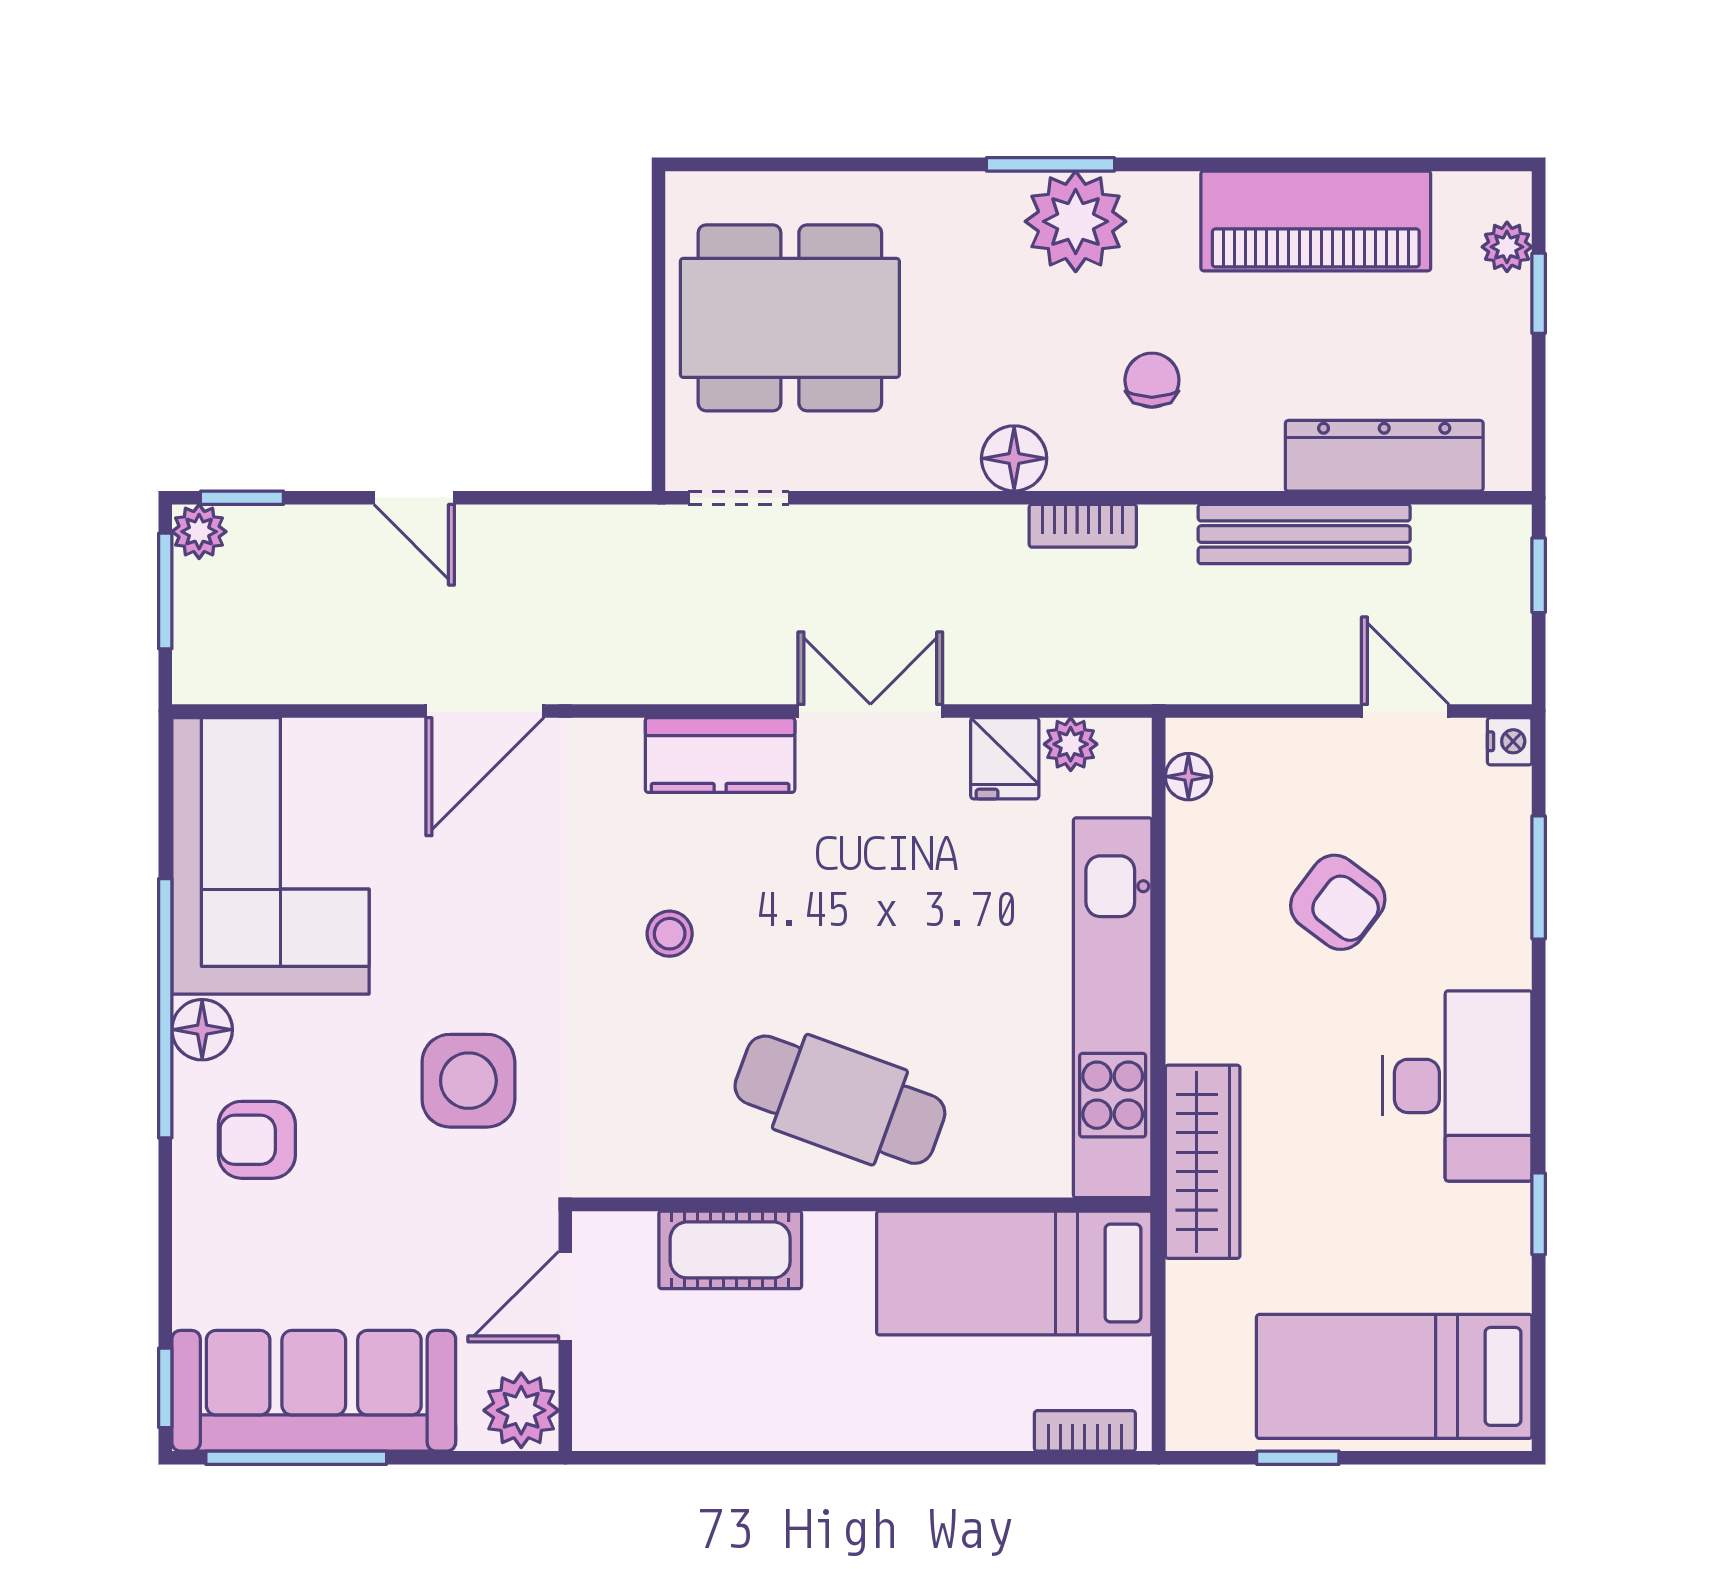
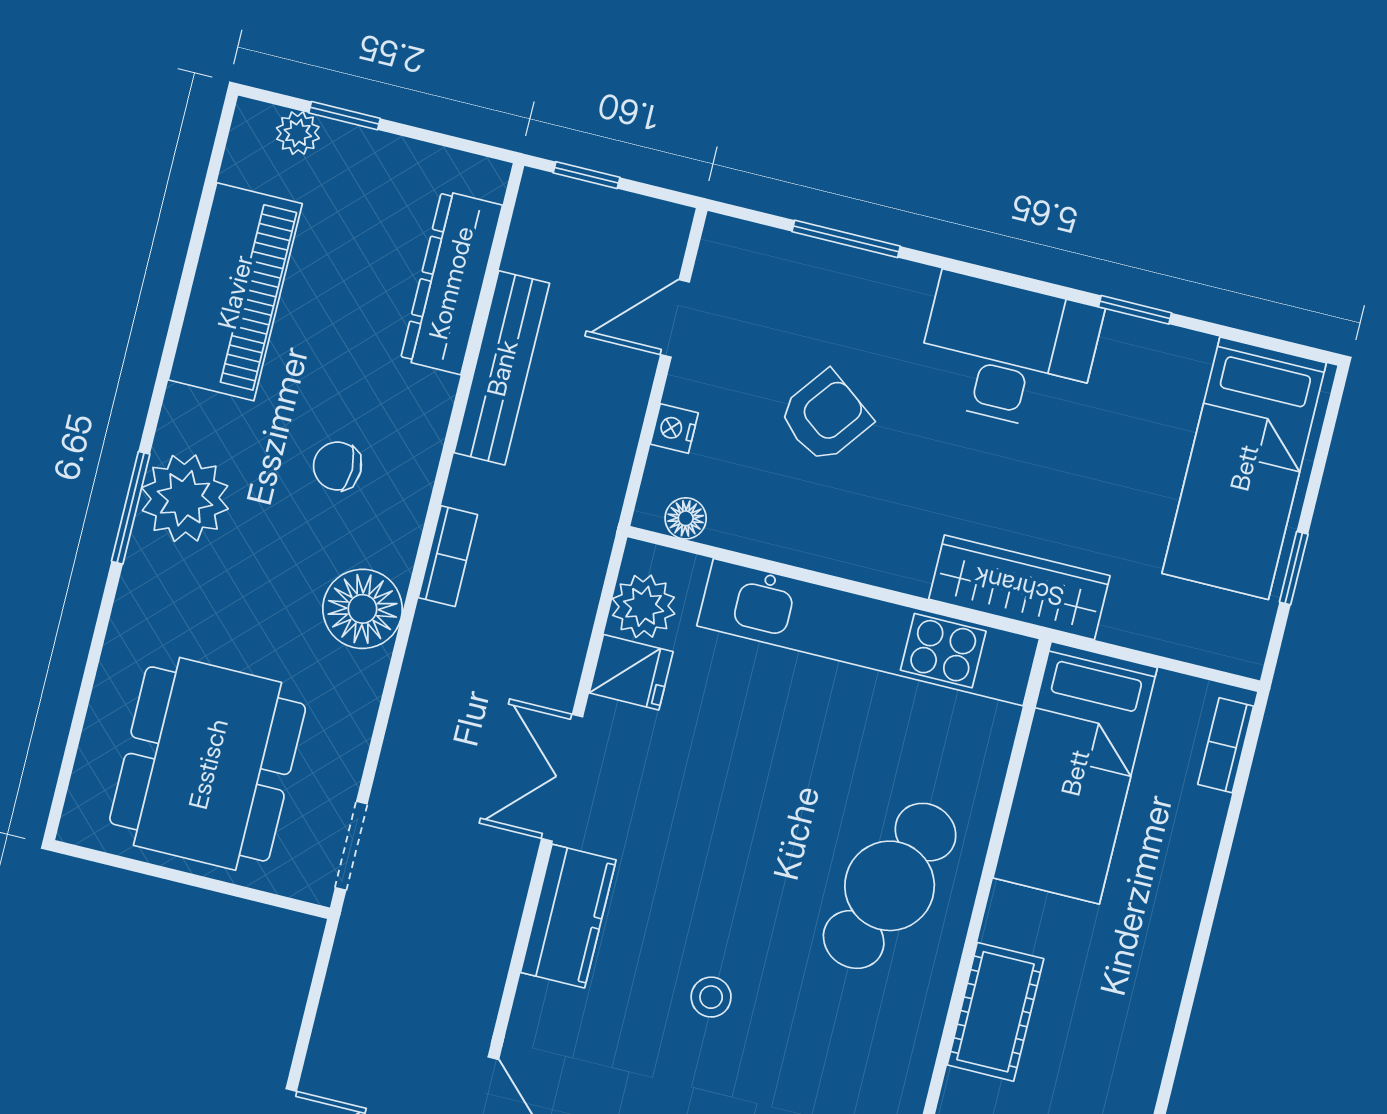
floor lamp: (1014, 458) -> (362, 609), width x1.38, depth x1.38
nightstand: (1510, 741) -> (674, 429), moved, turned -90
plant: (1071, 744) -> (644, 606), width x1.38, depth x1.38

